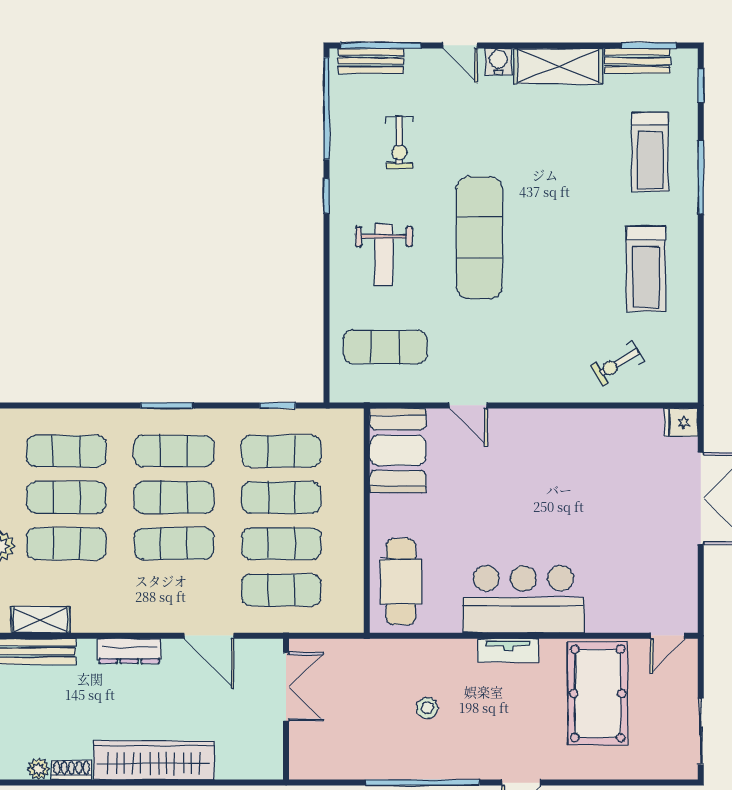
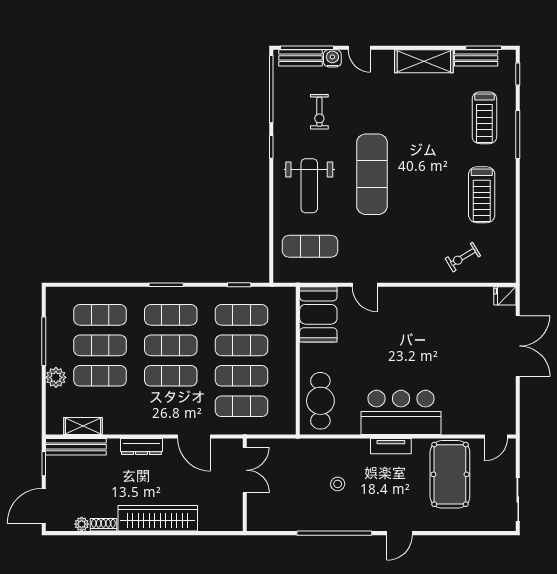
water cooler: (498, 62) -> (332, 58), moved
weight bench: (384, 255) -> (309, 186), width x1.36, depth x1.33

